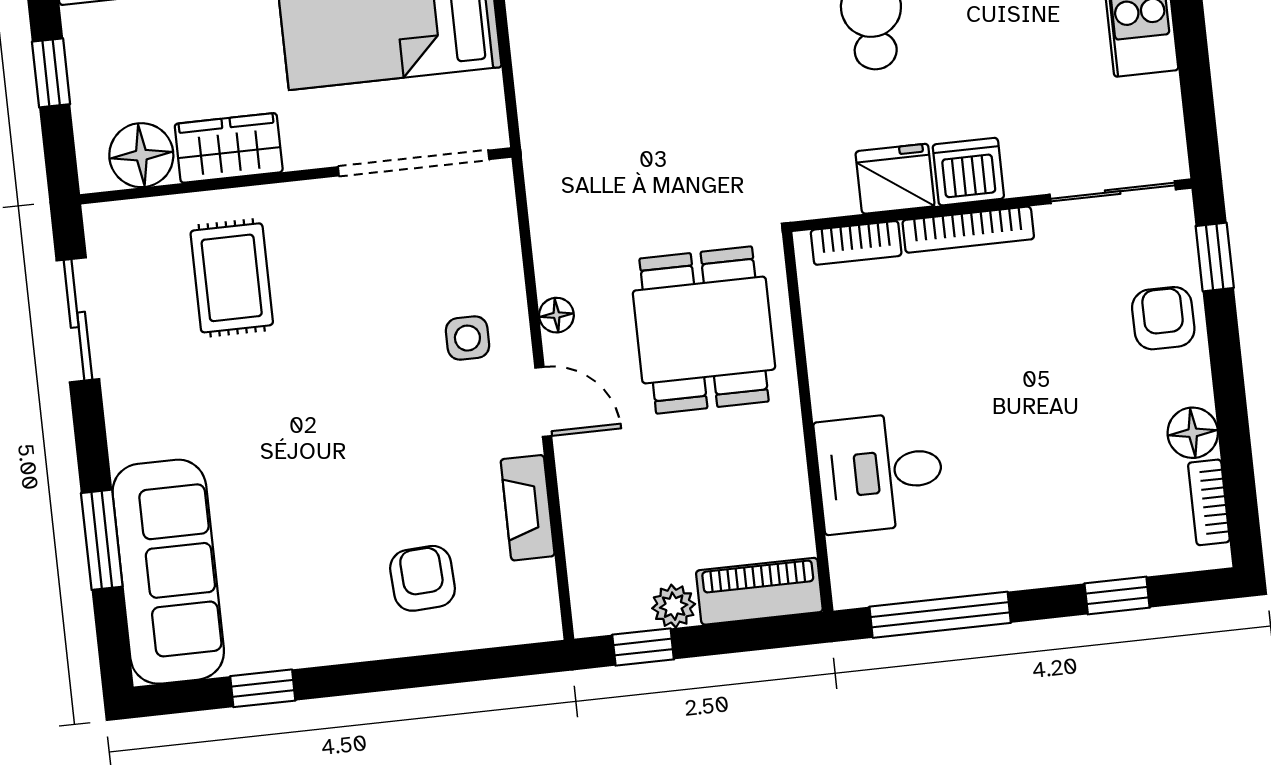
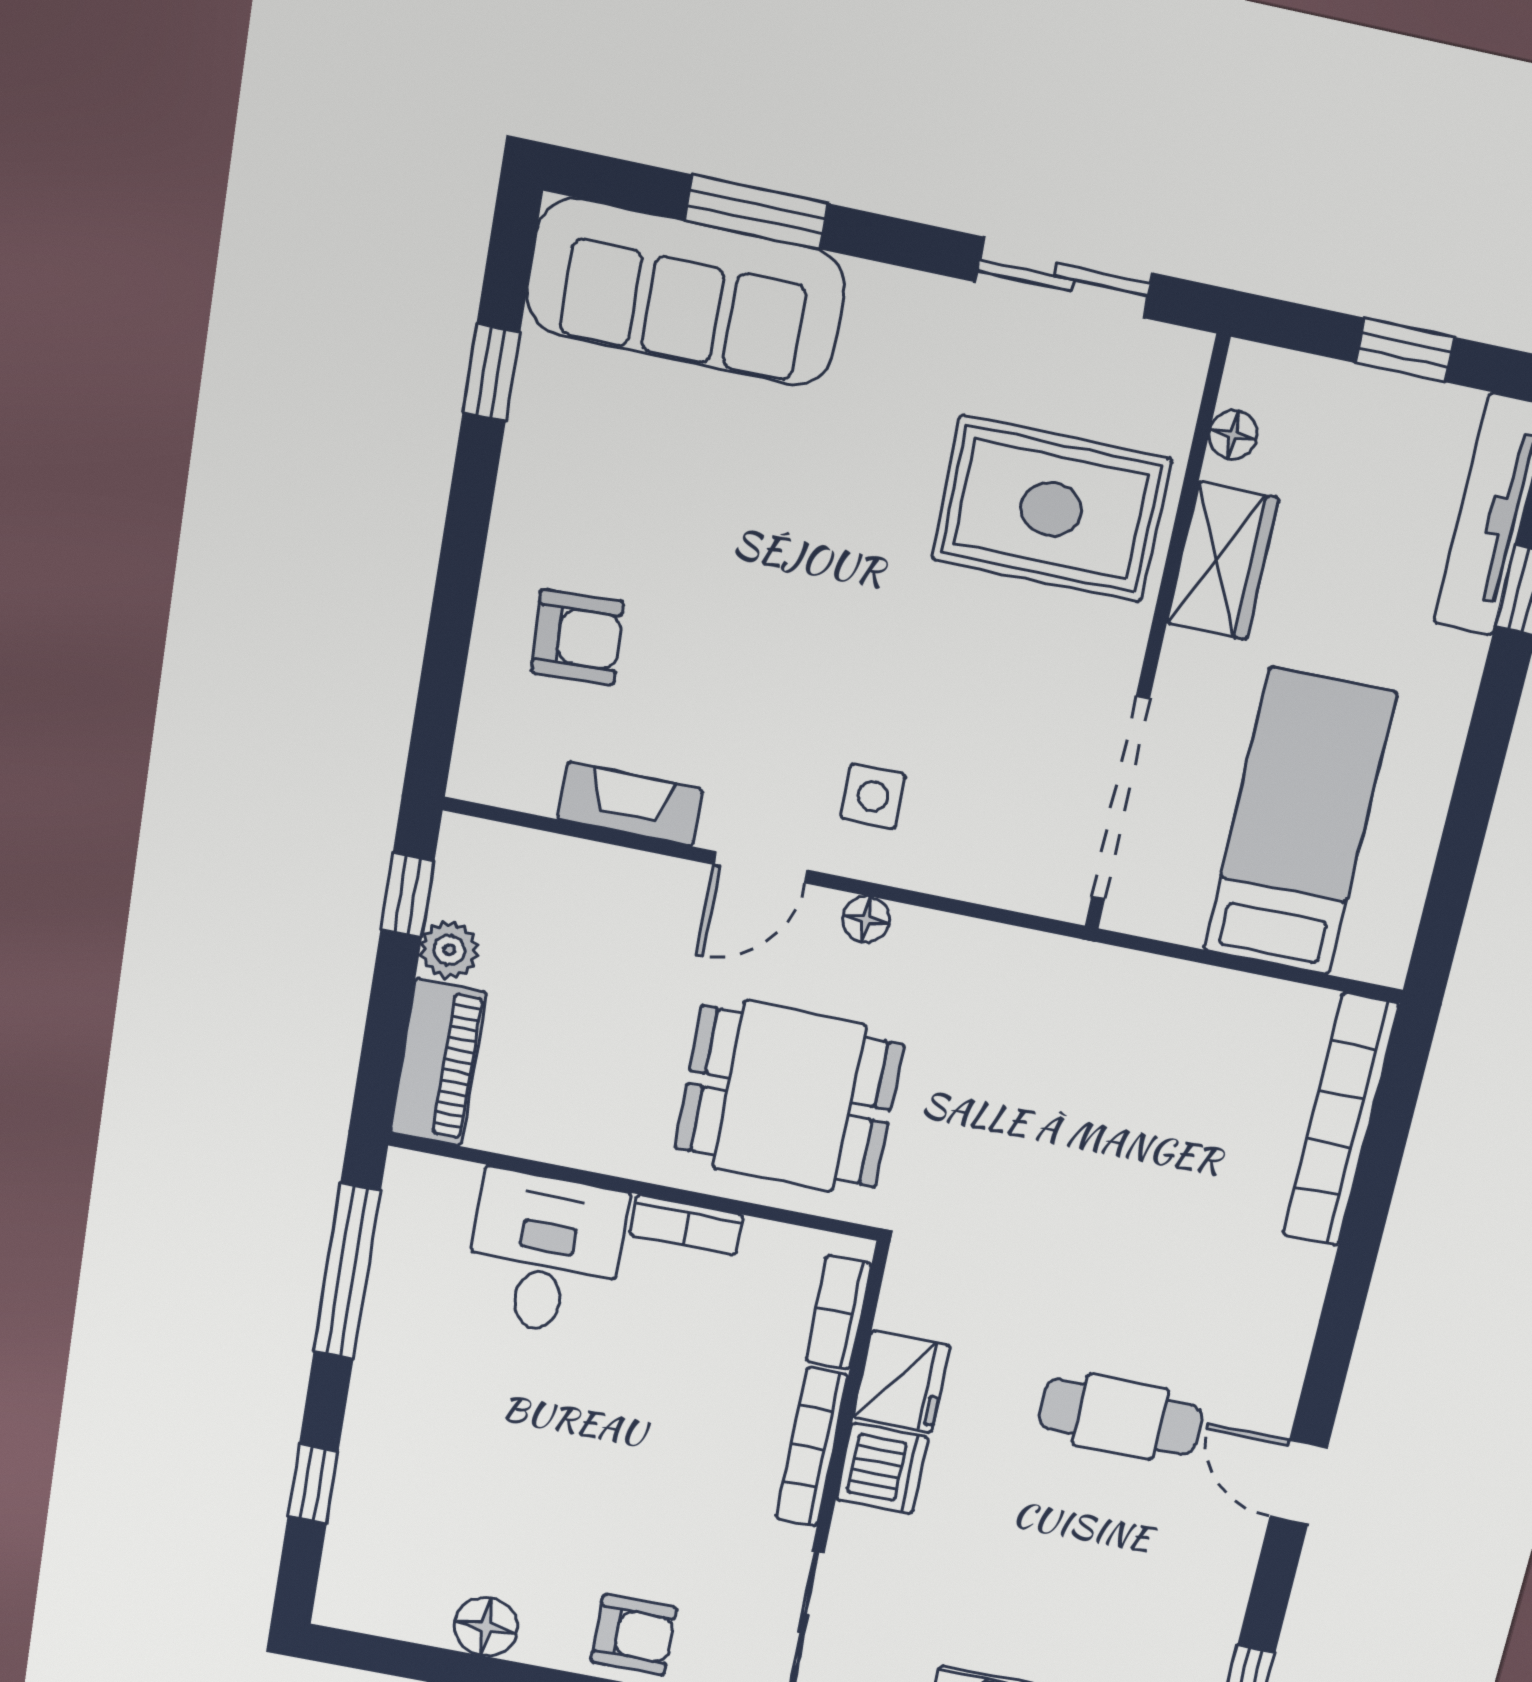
floor lamp: (141, 155) -> (1233, 435), width x0.53, depth x0.53
rug: (232, 278) -> (1051, 509), width x1.36, depth x1.43
bookcase: (1209, 502) -> (686, 1225), moved, turned 180

